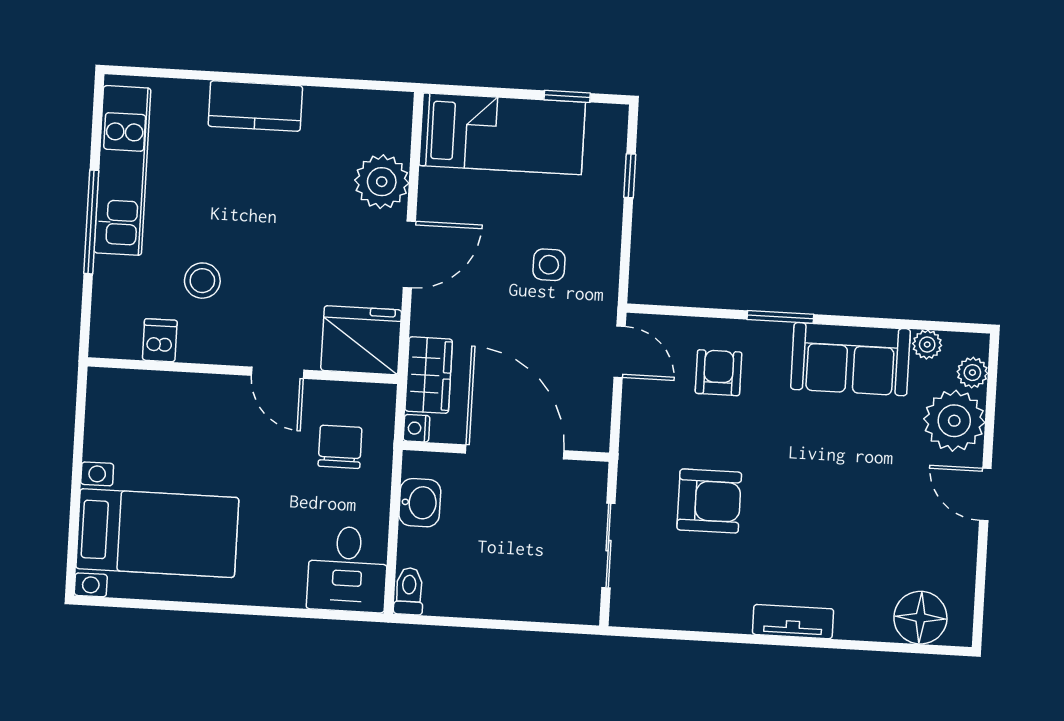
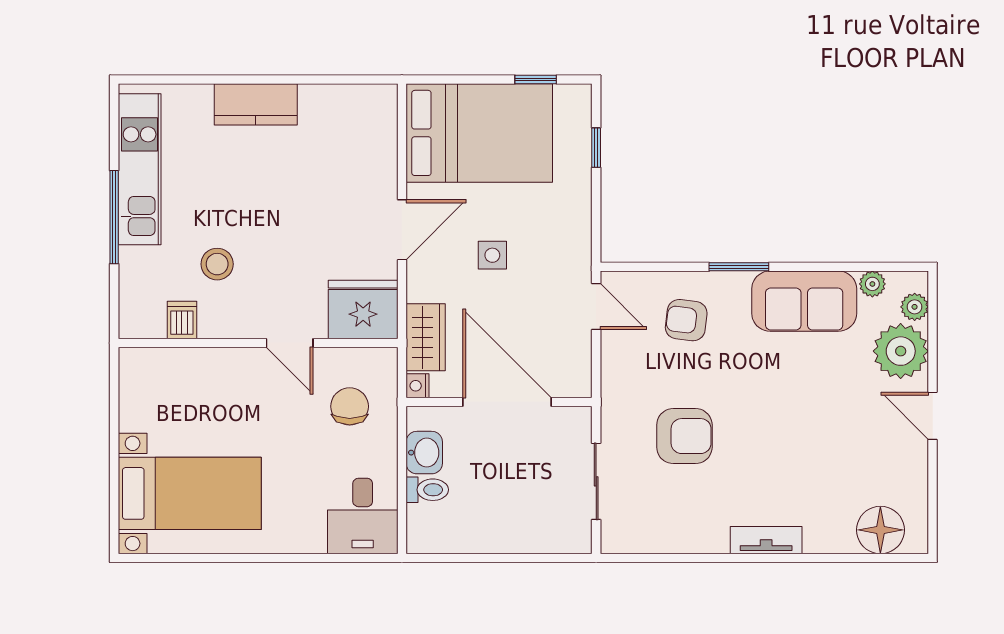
bed: (502, 134) -> (479, 133), width x1.50
plant: (382, 182) -> (373, 166), removed
side table: (549, 265) -> (492, 255), moved
armchair: (719, 373) -> (686, 320), turned -83
toilet: (409, 591) -> (427, 490), moved, turned 90

